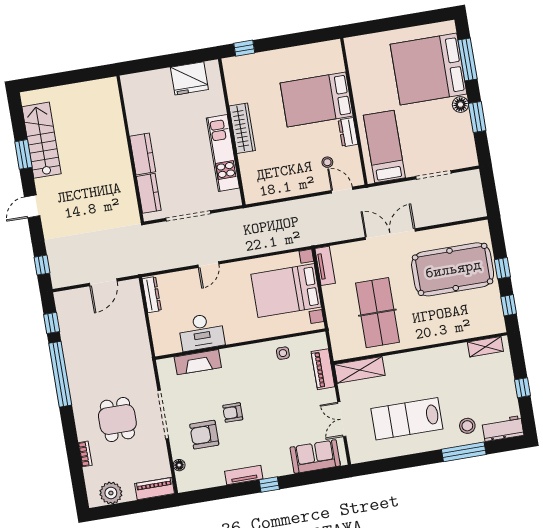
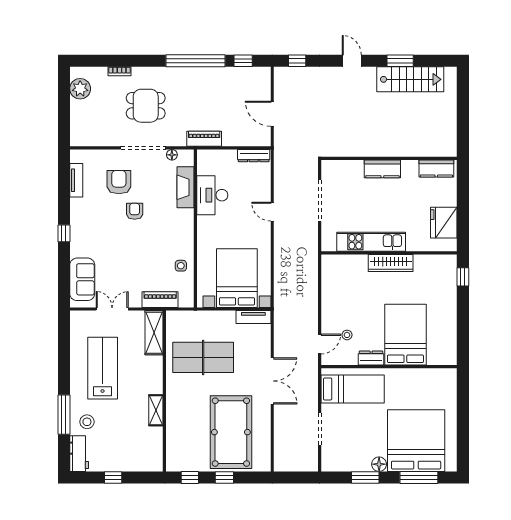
kitchen counter: (149, 193) -> (436, 168), moved
shelving: (485, 347) -> (156, 410), moved
floor lamp: (179, 465) -> (172, 155), moved
tv unit: (244, 475) -> (76, 180), moved
piano: (155, 489) -> (204, 139), moved, turned -90

